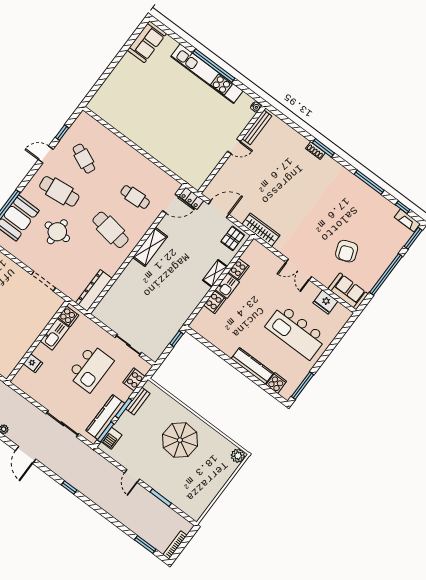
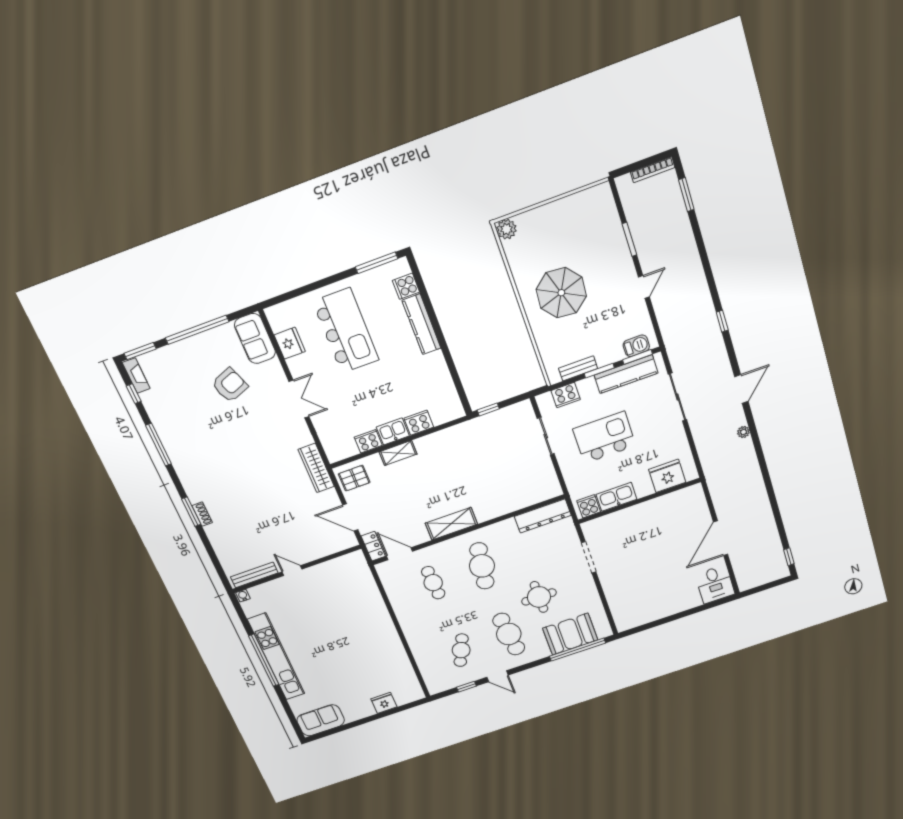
fridge: (111, 84) -> (384, 703), added
fridge: (33, 363) -> (667, 476), width x1.88, depth x1.34

